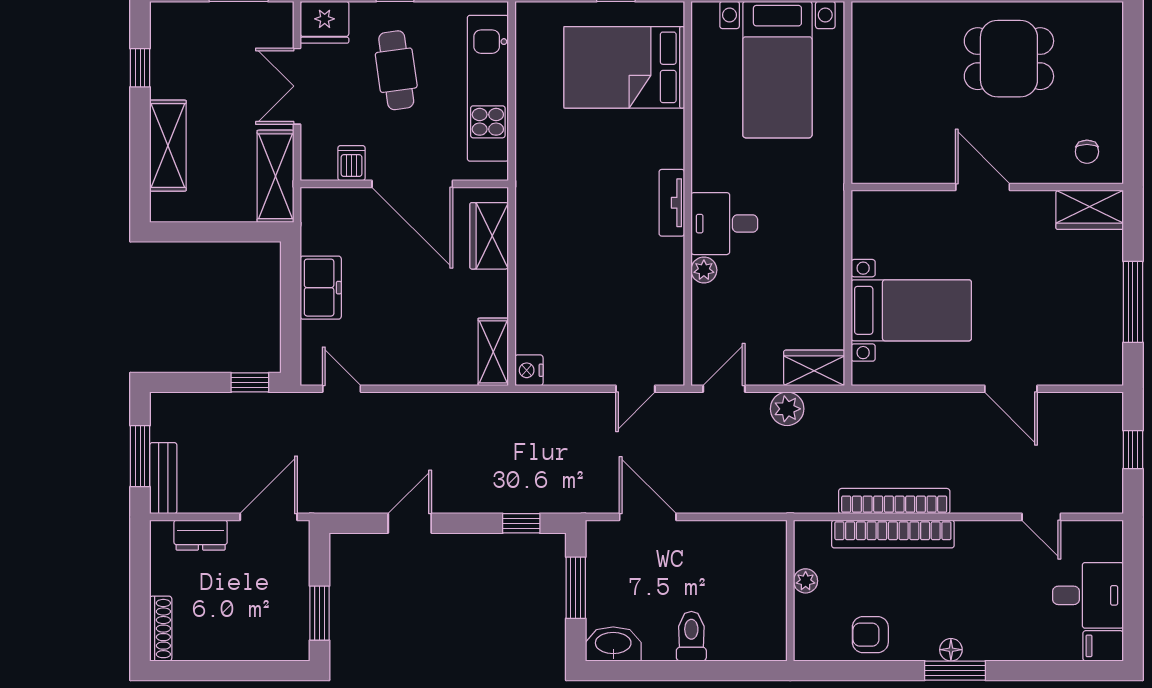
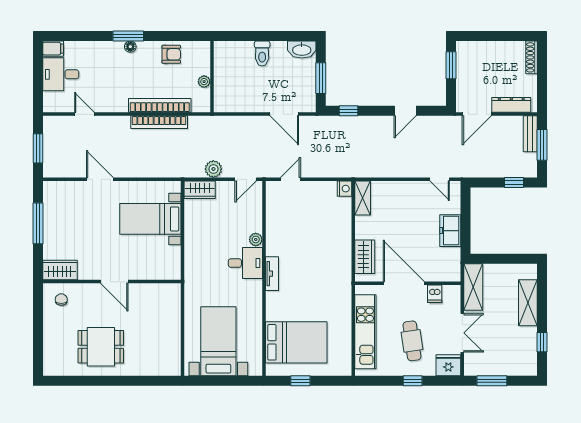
window: (250, 382) -> (514, 182), moved
window: (1133, 450) -> (38, 148), width x1.50
dresser: (201, 535) -> (511, 105), width x1.44

